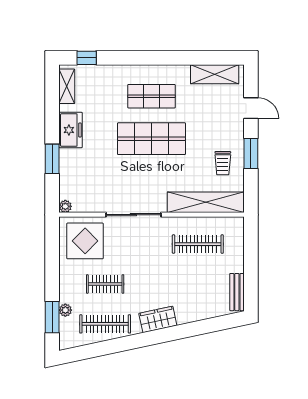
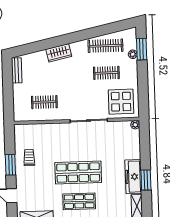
freezer: (70, 130) -> (133, 177), width x1.40
window: (52, 159) -> (146, 180), moved
shelving: (206, 202) -> (40, 131), removed
clothes rail: (198, 244) -> (44, 102), width x0.73
wardrobe: (158, 319) -> (59, 53), moved

